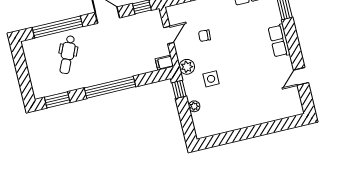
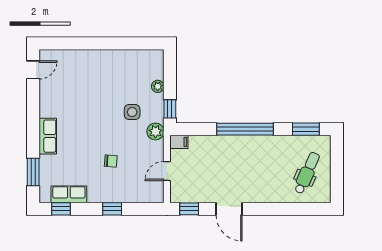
window: (58, 27) -> (287, 209), removed
chair: (205, 36) -> (111, 161), moved
dental chair: (68, 55) -> (307, 173), moved
door: (301, 76) -> (33, 70), moved

